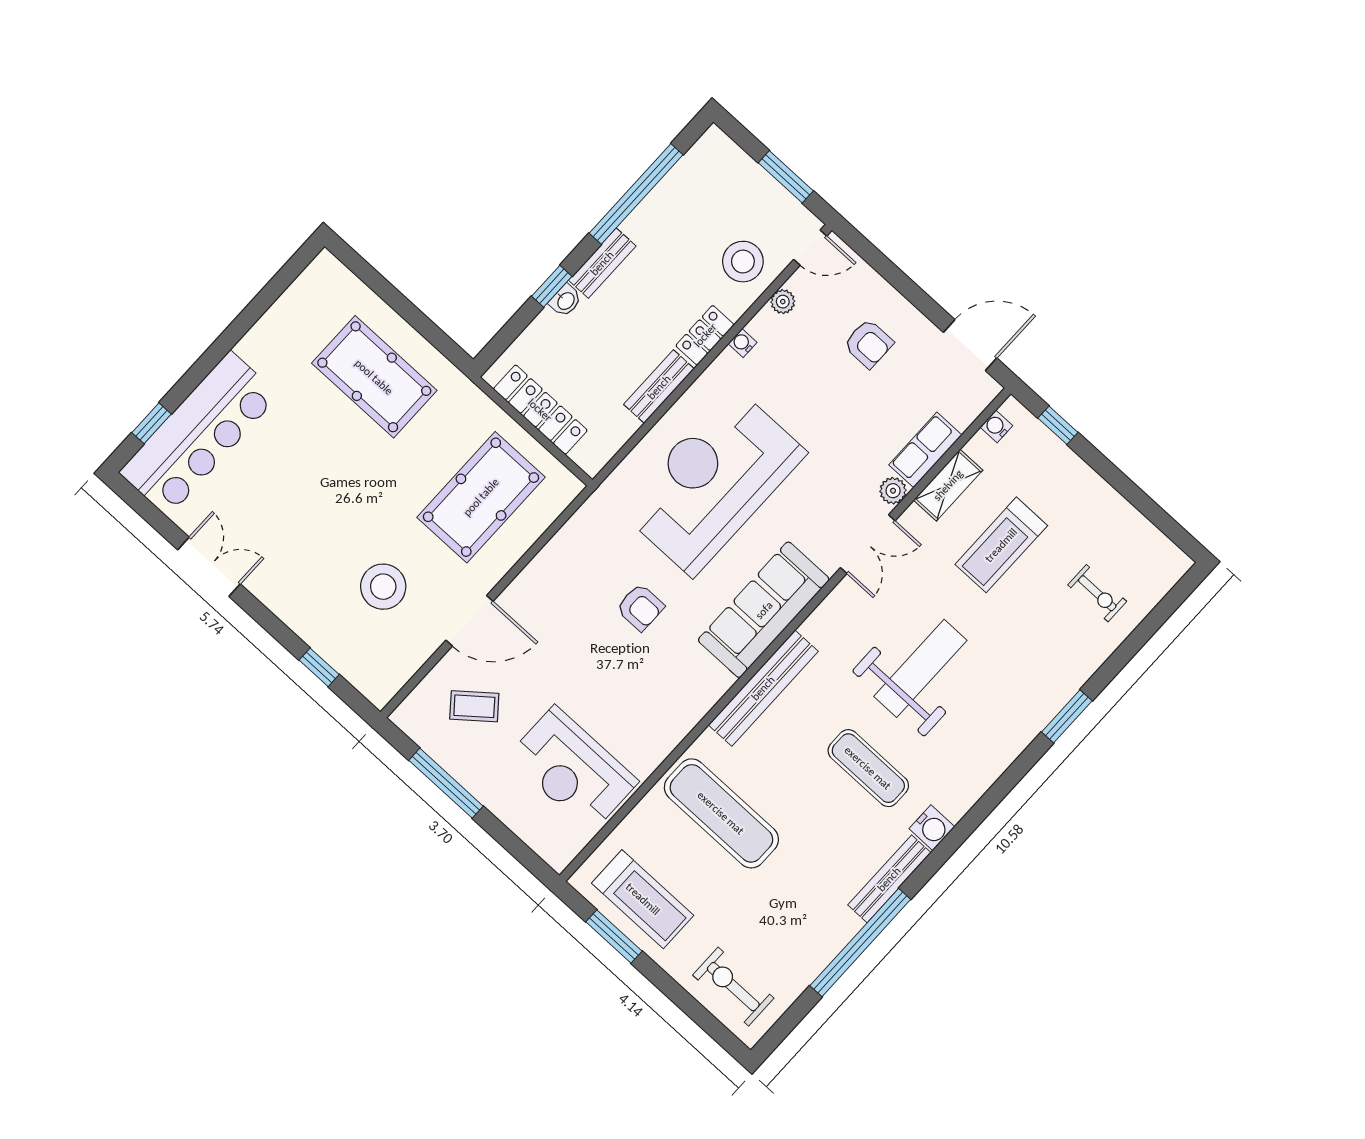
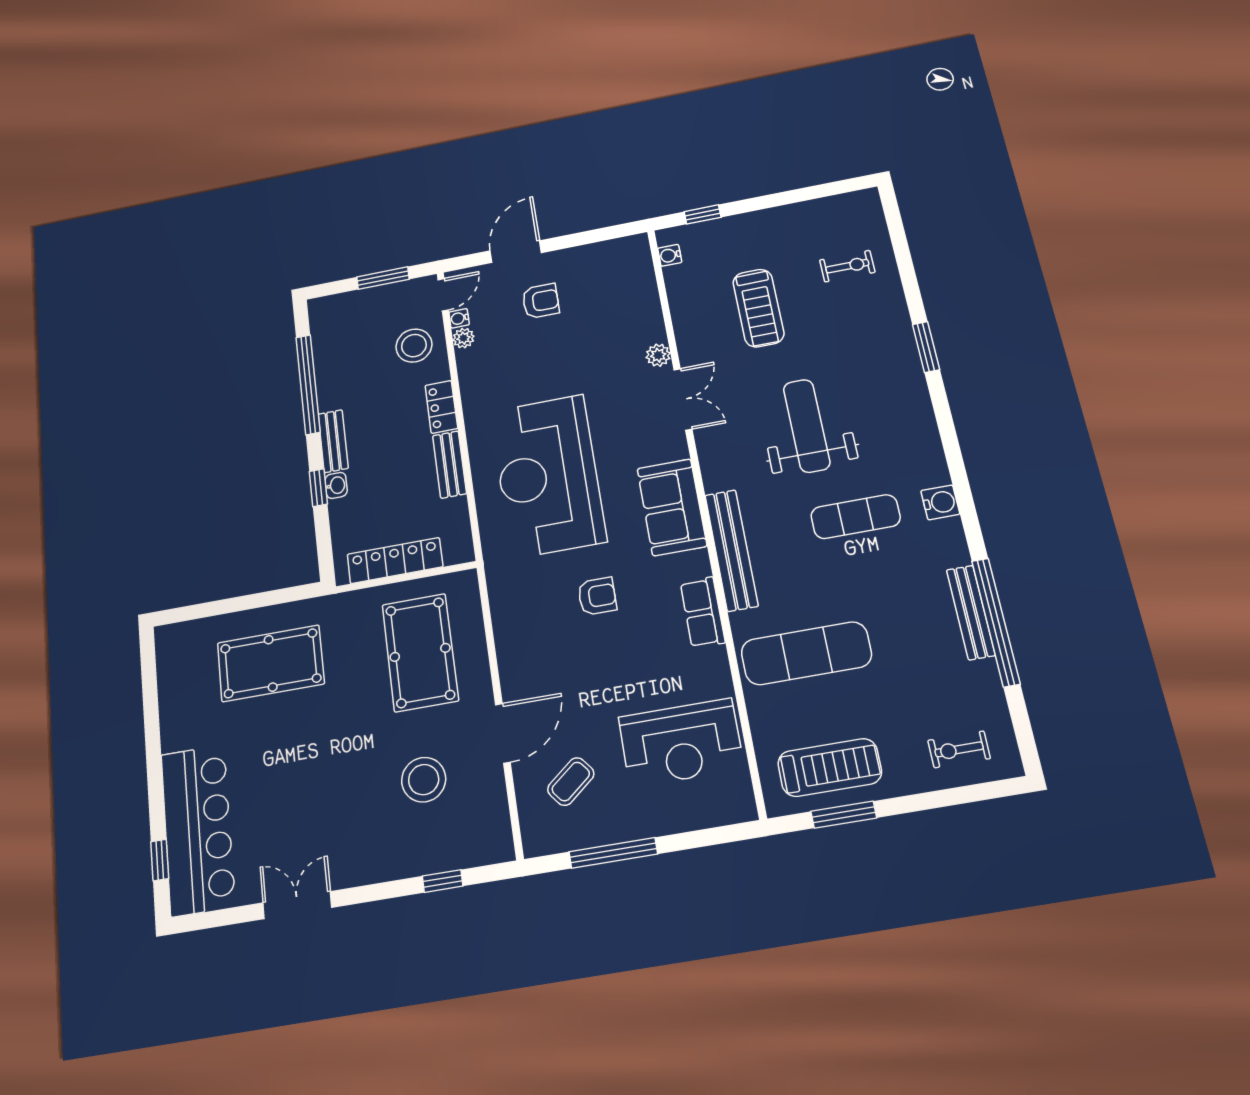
water cooler: (742, 343) -> (459, 318), moved
door: (970, 345) -> (516, 252), moved
row of seats: (925, 450) -> (703, 612), moved
shelving: (948, 485) -> (685, 315), removed
sofa: (764, 610) -> (672, 507), width x0.73
bench: (889, 879) -> (971, 612), moved
exercise bike: (733, 987) -> (959, 749), width x0.73, depth x0.72

